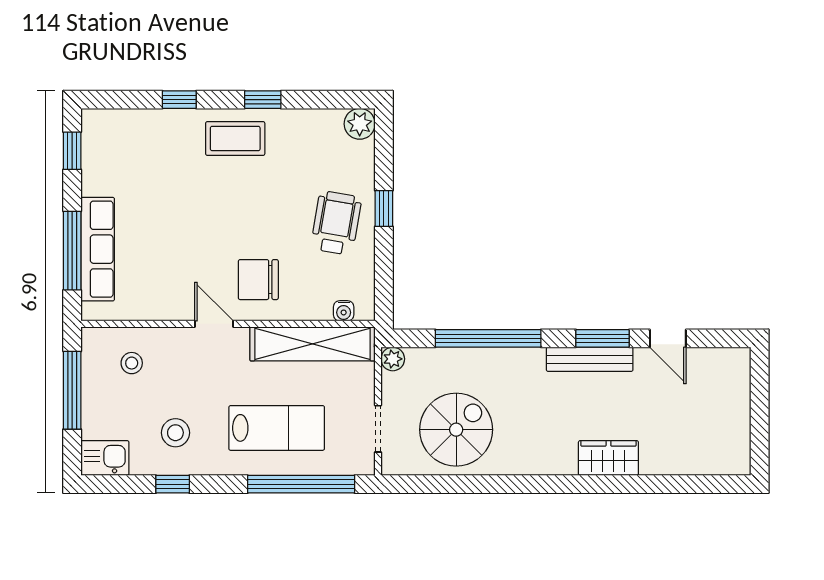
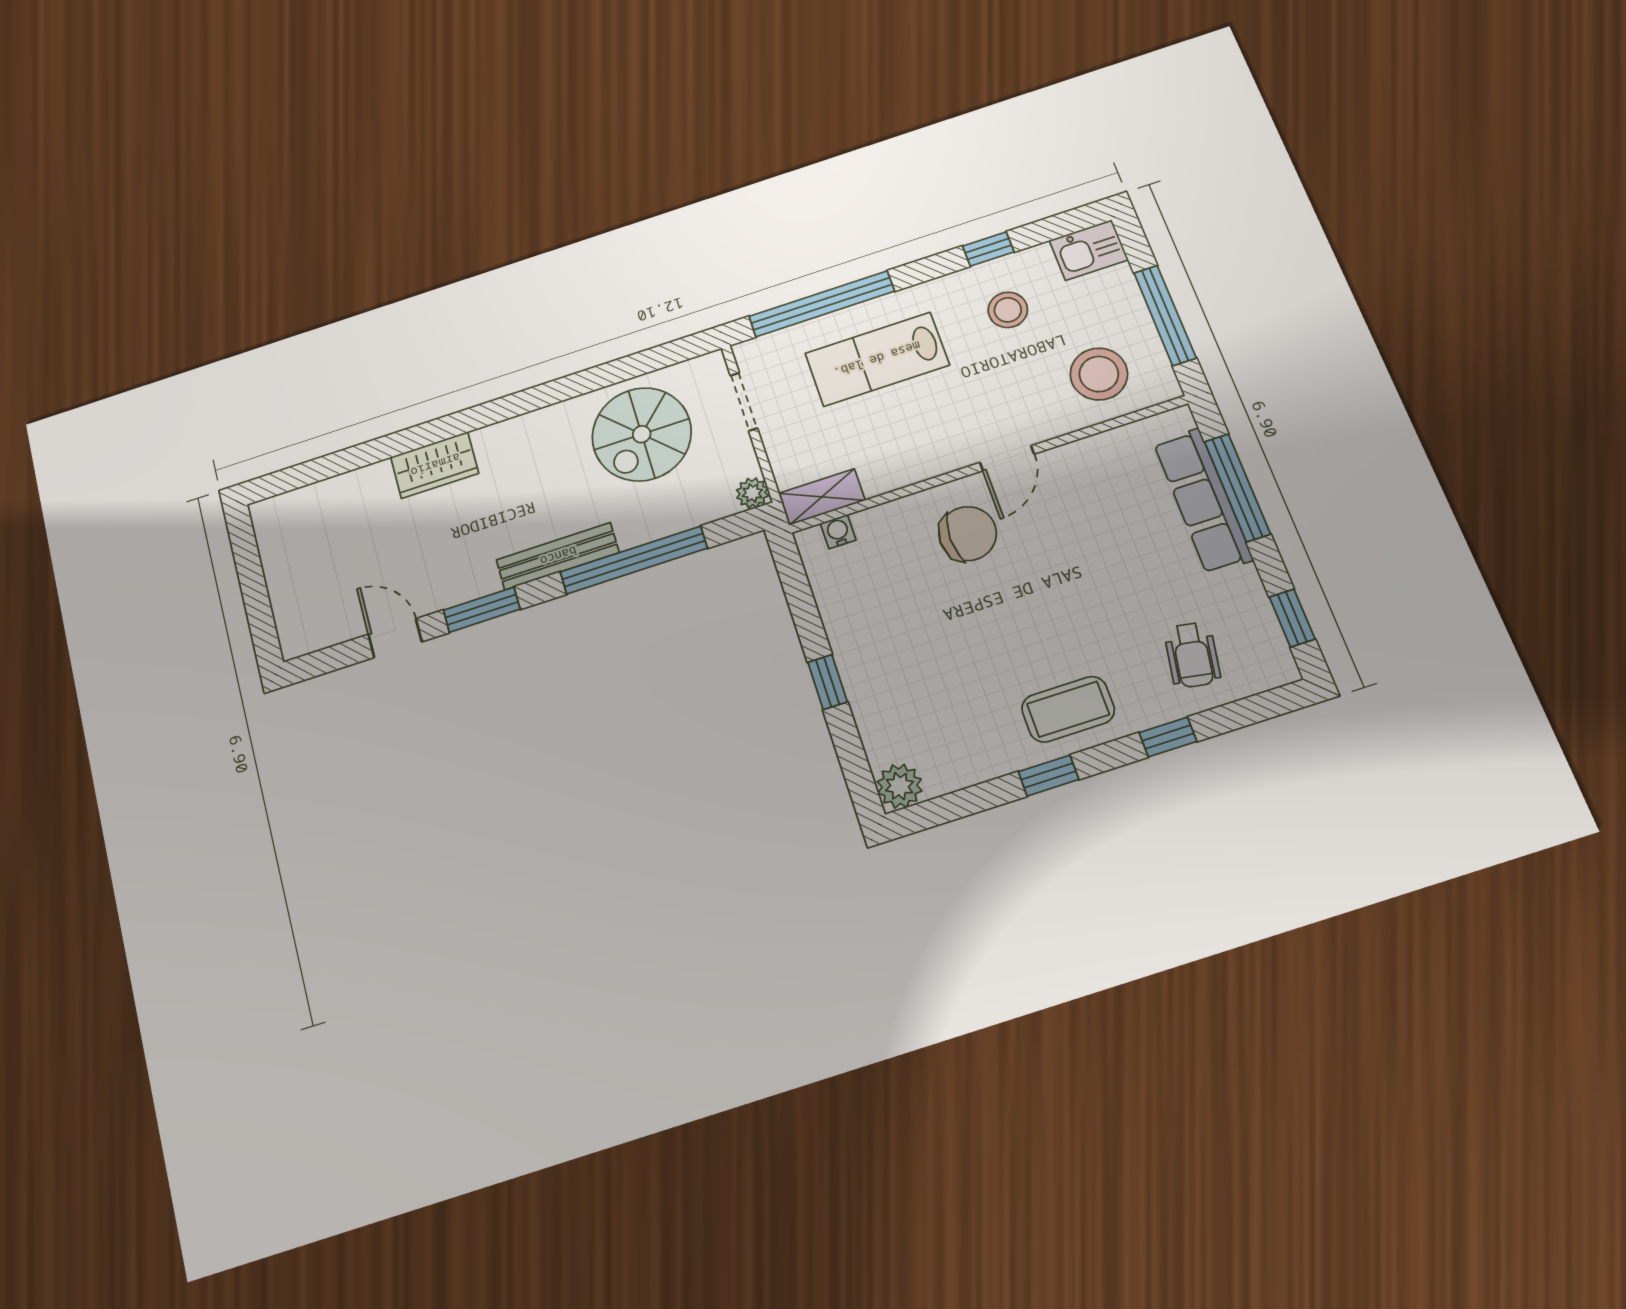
wheelchair: (336, 223) -> (1192, 655), moved, width x0.73, depth x0.73
door: (214, 324) -> (1007, 458), hinge flipped
shelving: (313, 344) -> (822, 497), width x0.45, depth x0.75
bench: (590, 359) -> (558, 556), moved
stool: (132, 363) -> (1099, 374), width x1.89, depth x1.89

